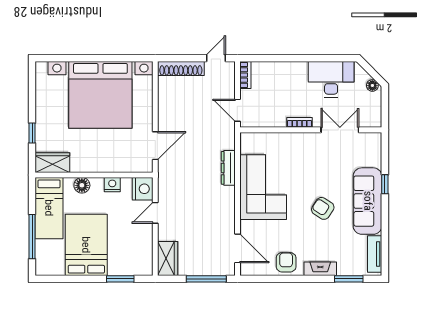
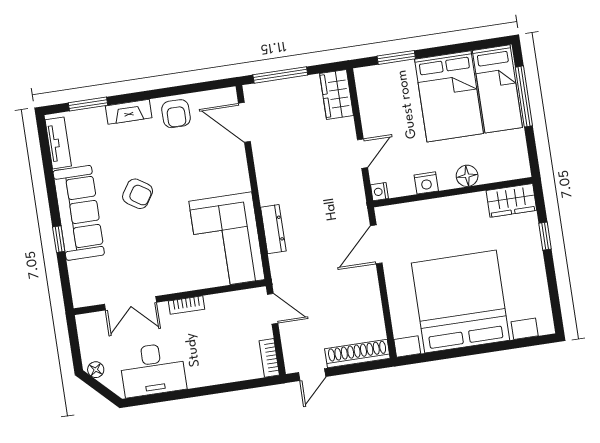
corner sofa: (263, 187) -> (227, 240), moved
nightstand: (143, 189) -> (379, 192), width x0.53, depth x0.56
bed: (49, 208) -> (497, 89), moved, turned 180

